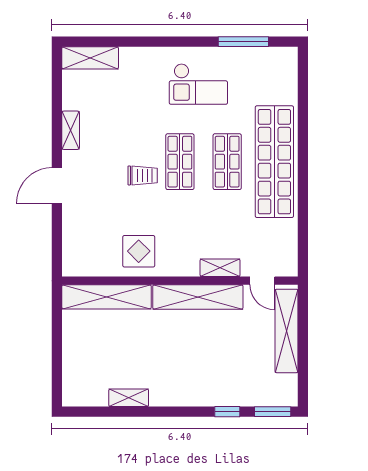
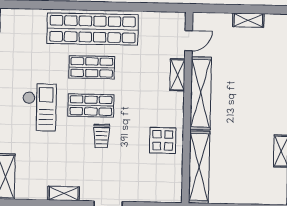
checkout: (198, 84) -> (39, 107), moved
trolley: (143, 175) -> (101, 136), turned 180
shelving: (287, 331) -> (248, 20), width x0.45, depth x0.75

